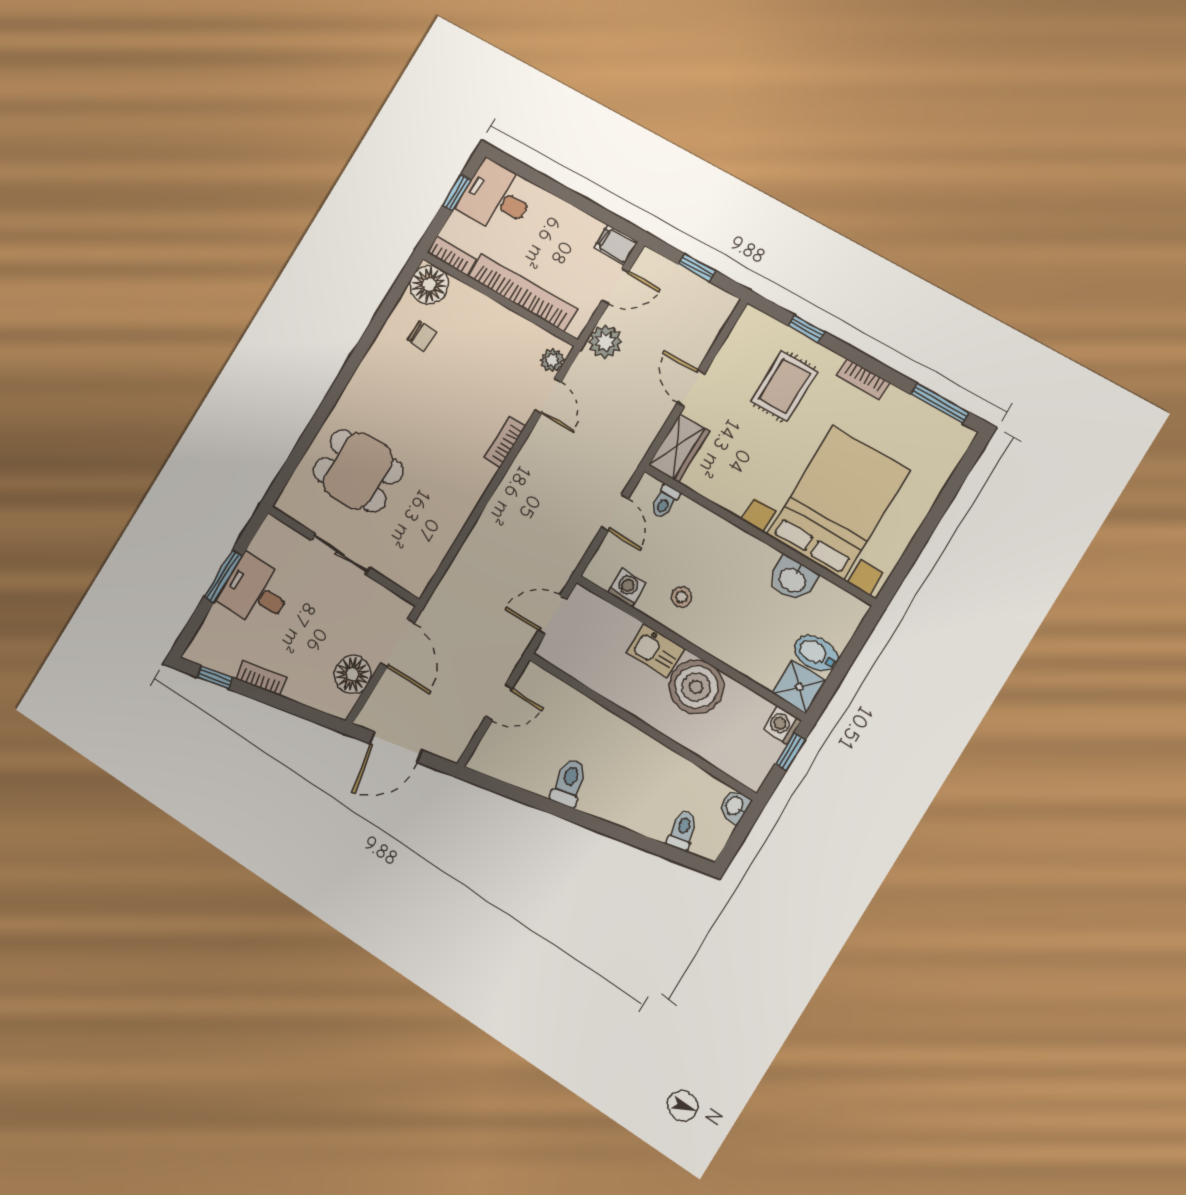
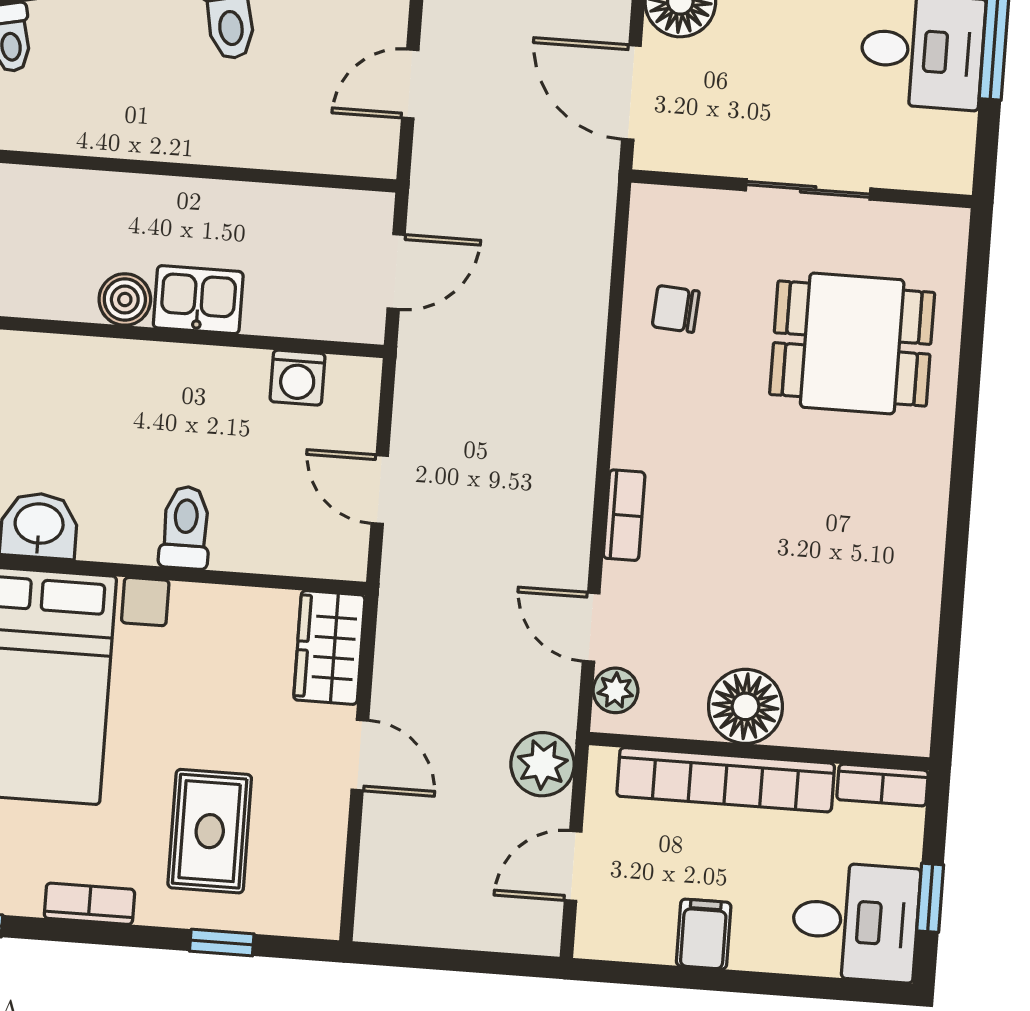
filing cabinet: (616, 245) -> (704, 934), moved, turned -90
window: (697, 267) -> (453, 960), removed
floor lamp: (429, 285) -> (745, 706), moved
chair: (422, 336) -> (676, 309), moved
toilet: (665, 502) -> (185, 528), moved, width x1.37, depth x1.39
stool: (682, 597) -> (201, 407), removed
boiler: (696, 687) -> (125, 300), width x0.54, depth x0.54

